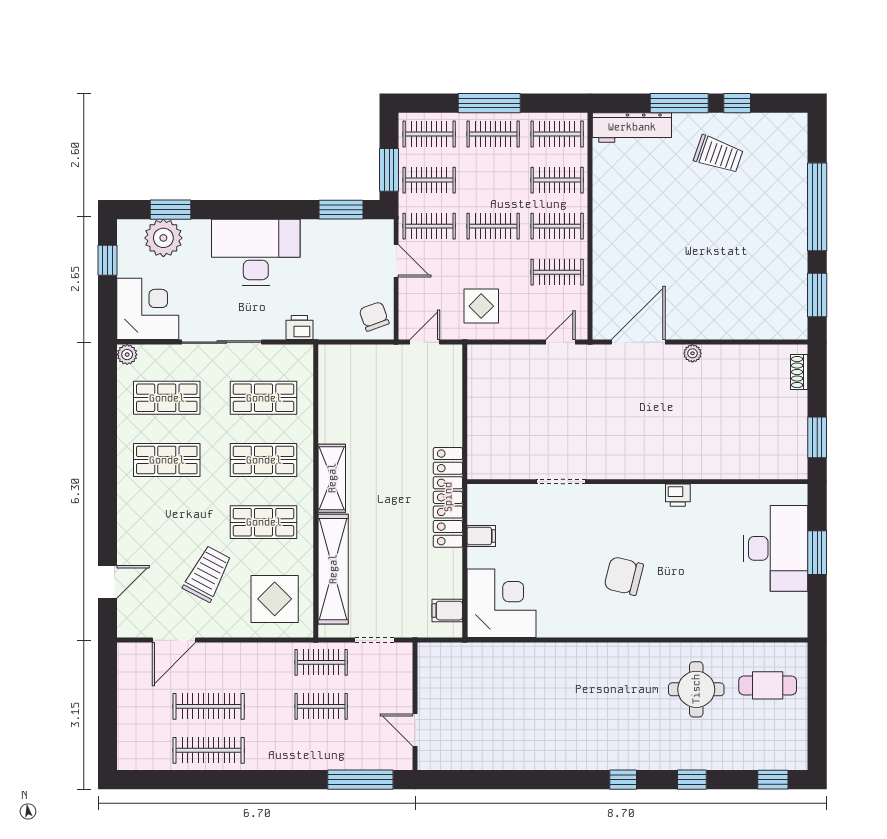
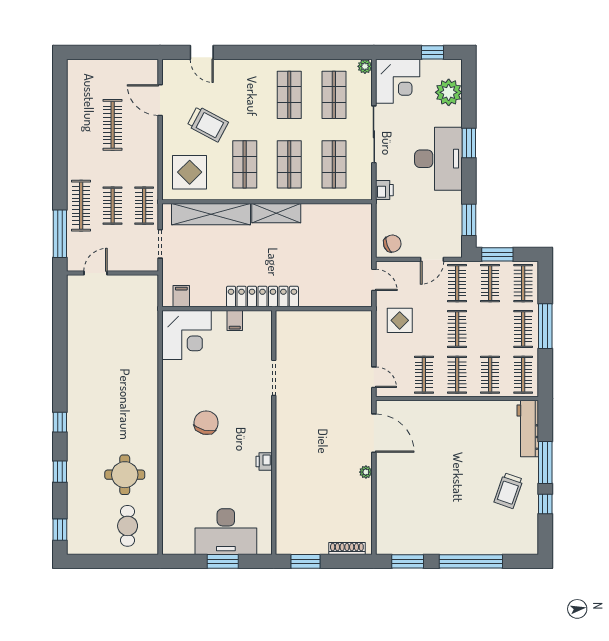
window: (171, 210) -> (469, 143), moved
shoe rack: (799, 372) -> (347, 548), width x1.43
clothes rail: (209, 750) -> (81, 206), moved

